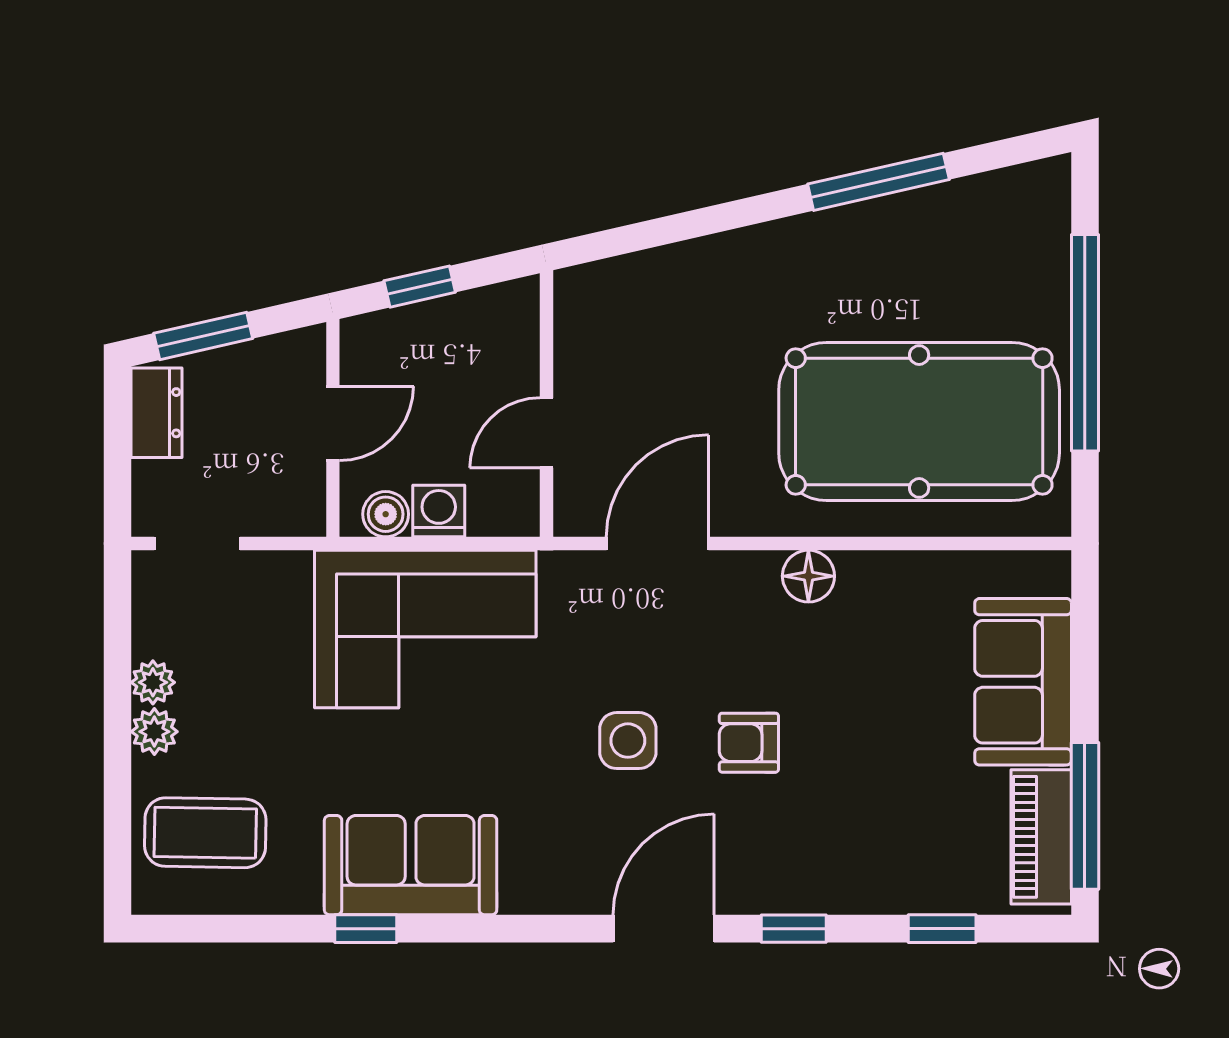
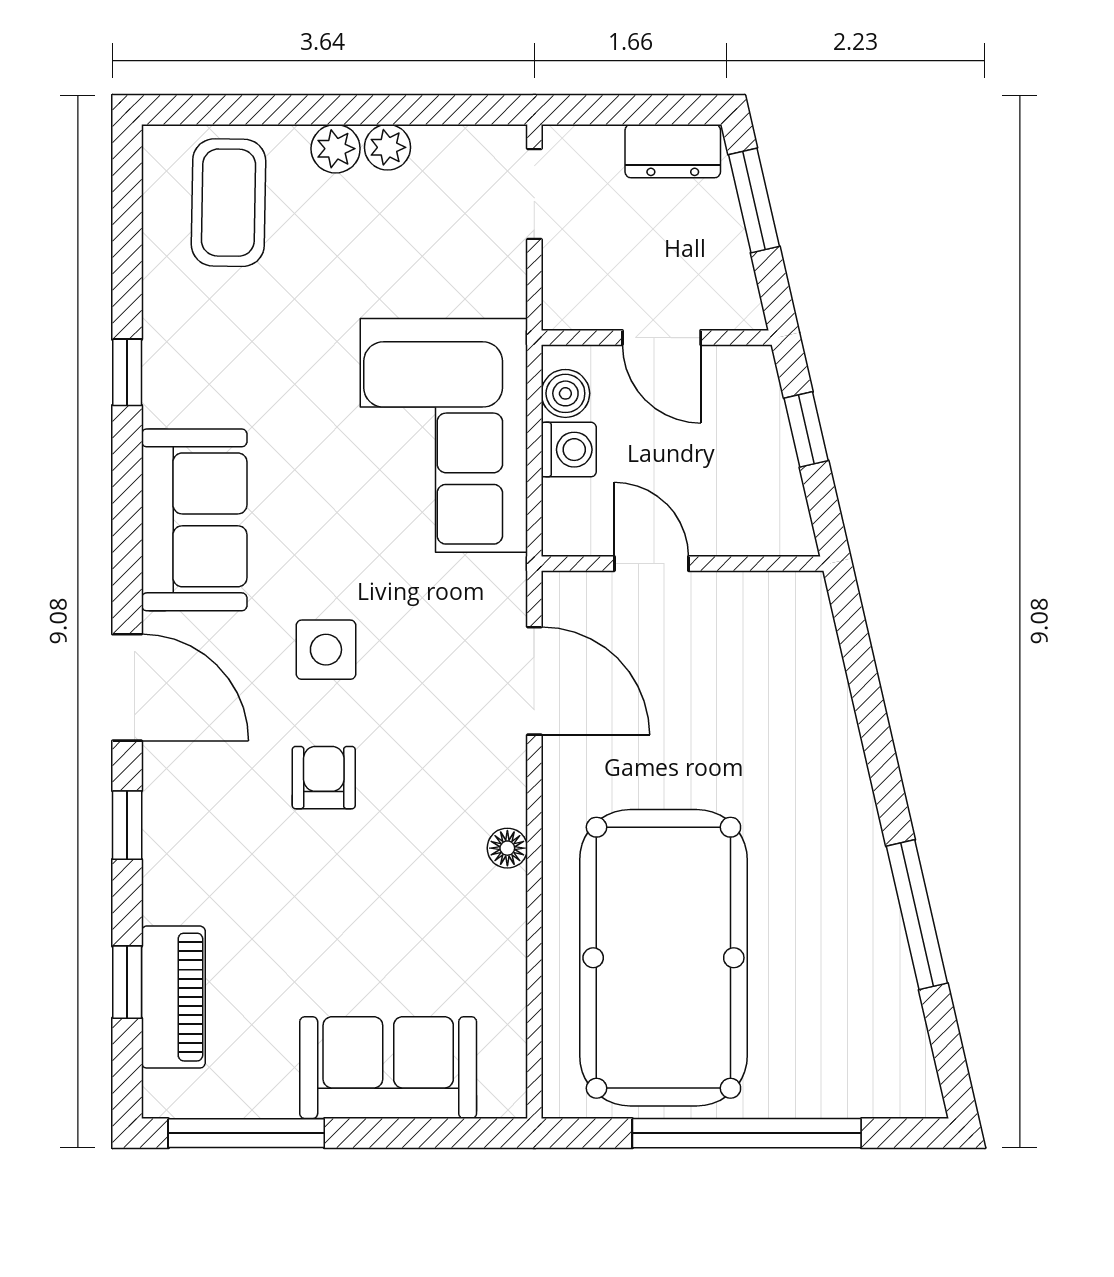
floor lamp: (808, 576) -> (507, 848), width x0.73, depth x0.73
piano: (1041, 837) -> (173, 997), moved, turned 90
sofa: (411, 865) -> (194, 520), moved

